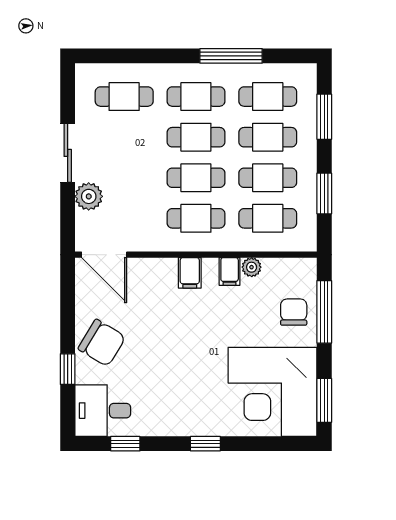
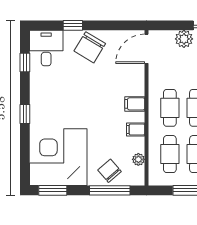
plant: (252, 267) -> (138, 159), moved
chair: (294, 312) -> (110, 171), turned -131

